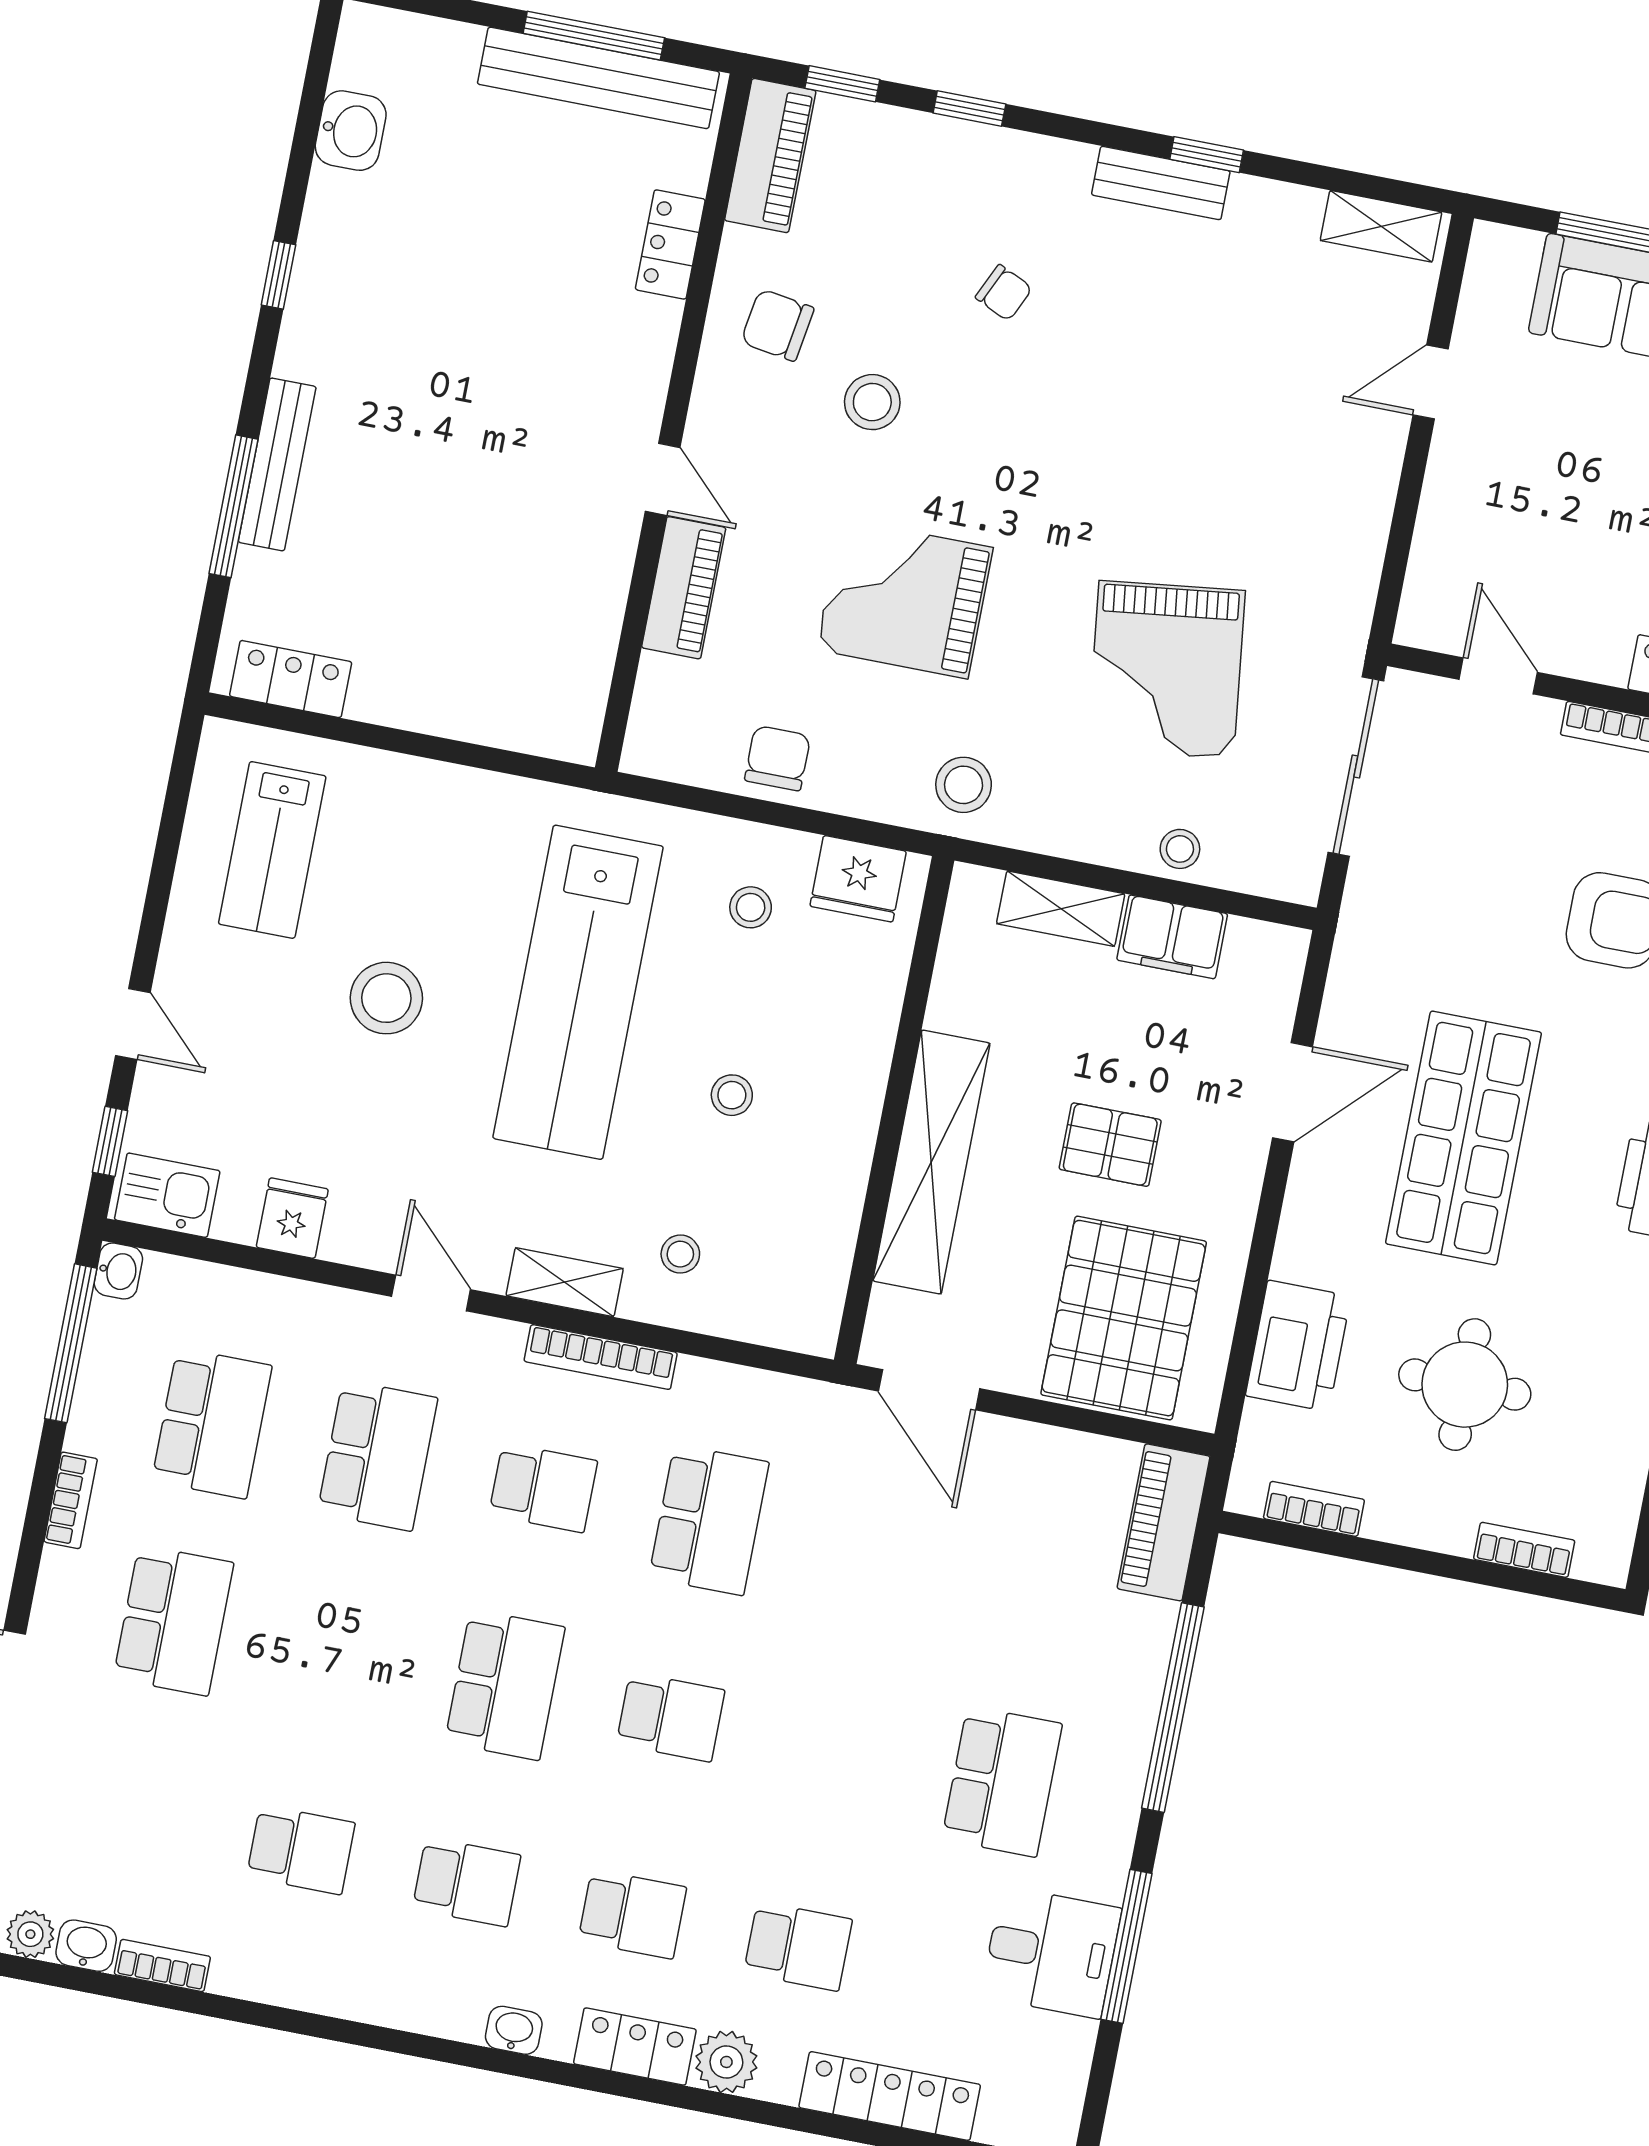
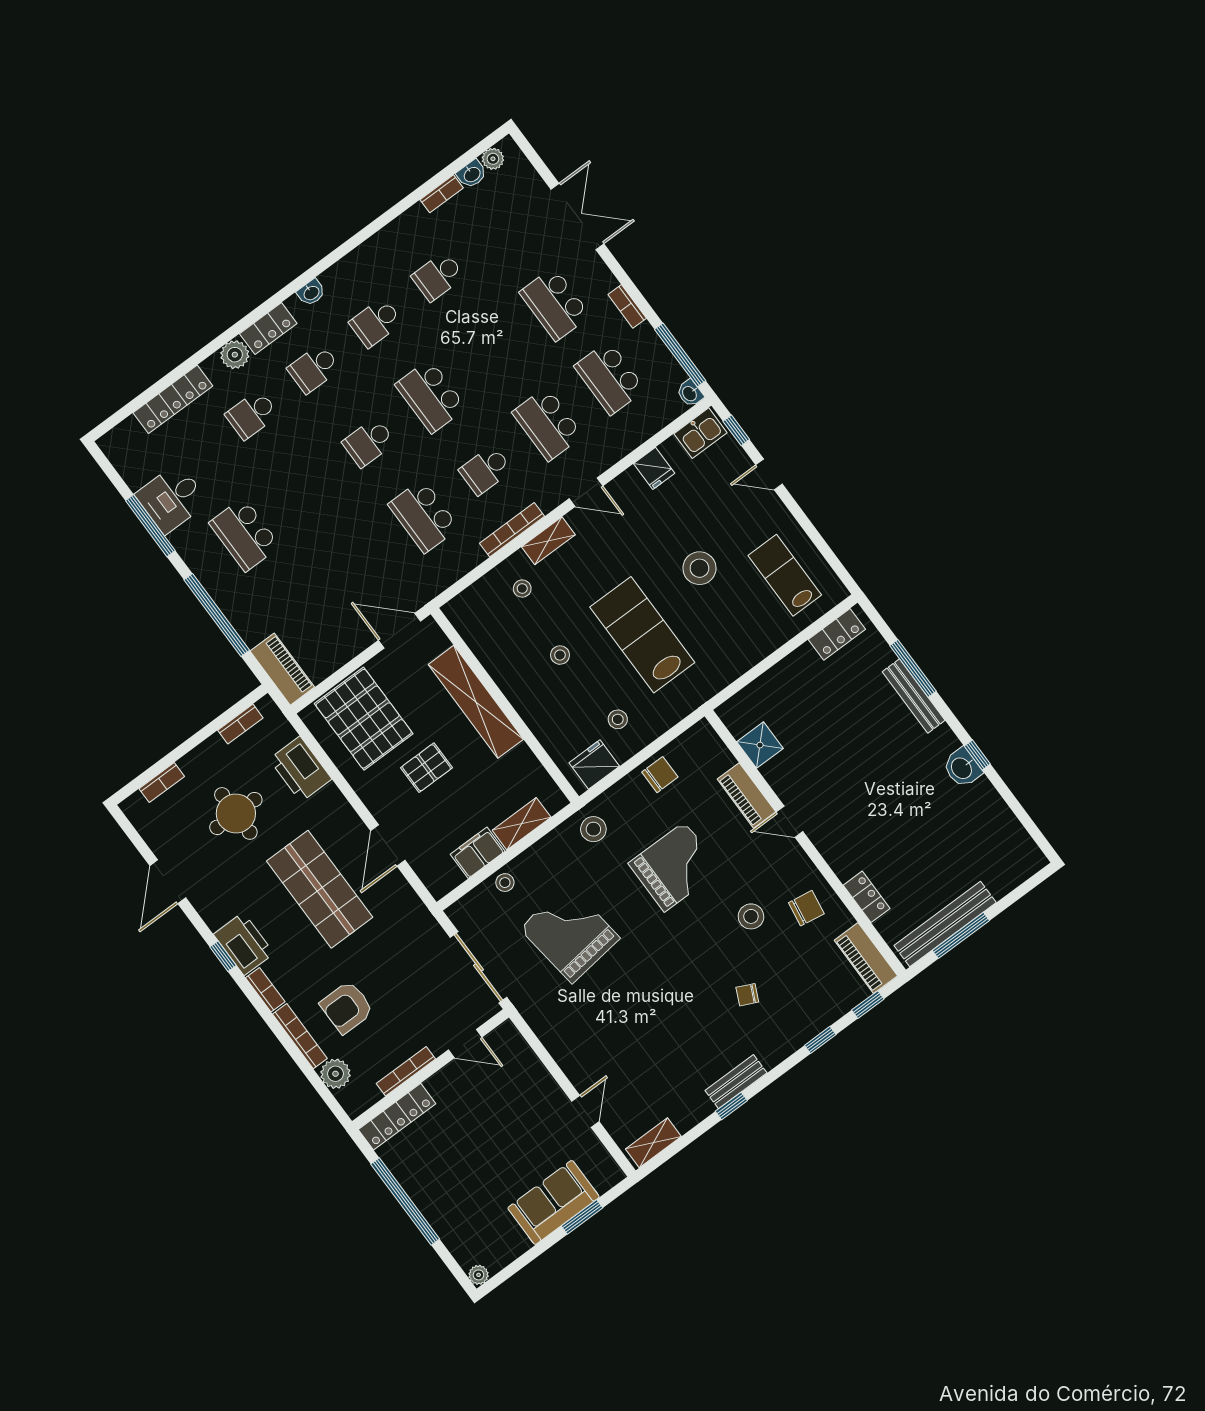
washbasin: (351, 131) -> (962, 768), moved
shower: (583, 640) -> (760, 745), added
chair: (778, 758) -> (660, 775), turned -90
lab bench: (578, 992) -> (642, 635), width x0.73

